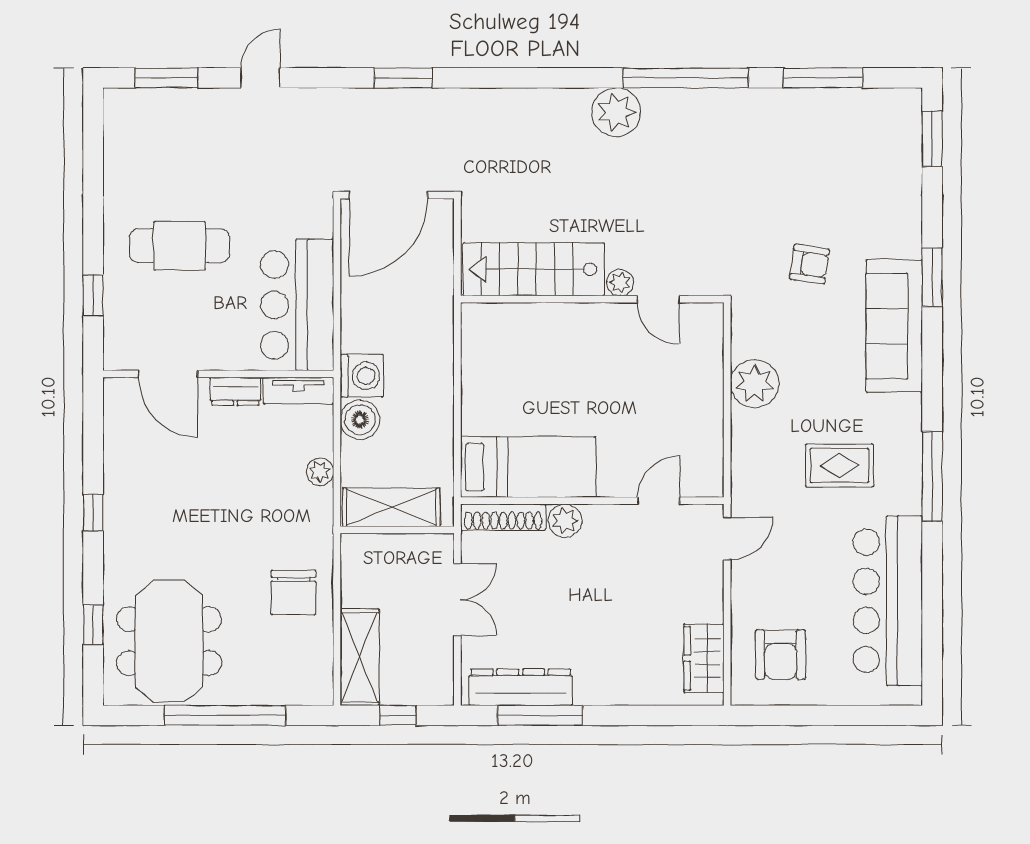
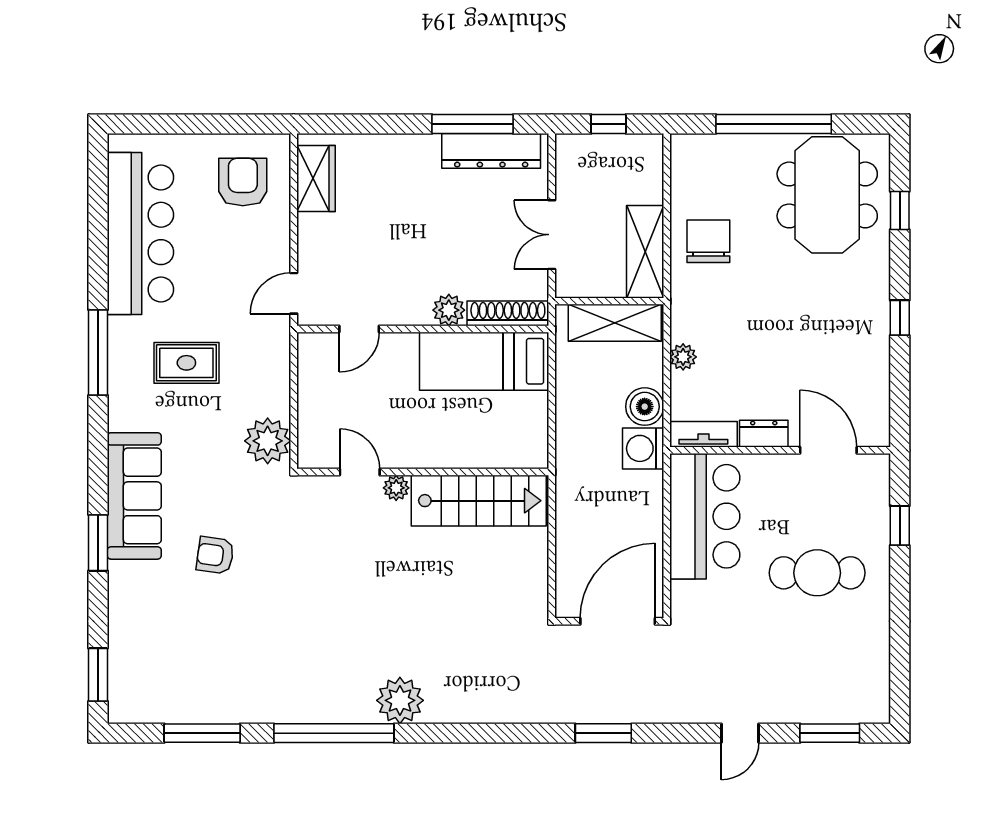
stairs: (534, 269) -> (479, 501), moved
plant: (620, 283) -> (396, 488), moved
wall: (592, 299) -> (423, 472), moved
door: (658, 299) -> (360, 472), moved
shelving: (360, 657) -> (645, 252), moved

